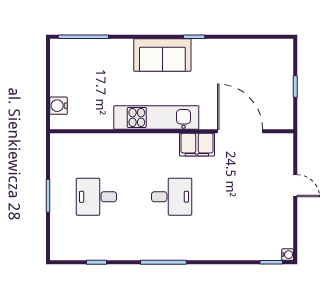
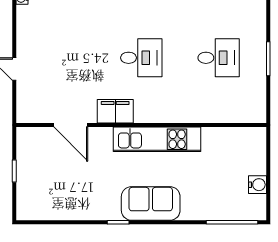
water cooler: (59, 106) -> (257, 185), moved
door: (240, 131) -> (71, 125), width x0.73
desk: (172, 197) -> (141, 58), turned 180

